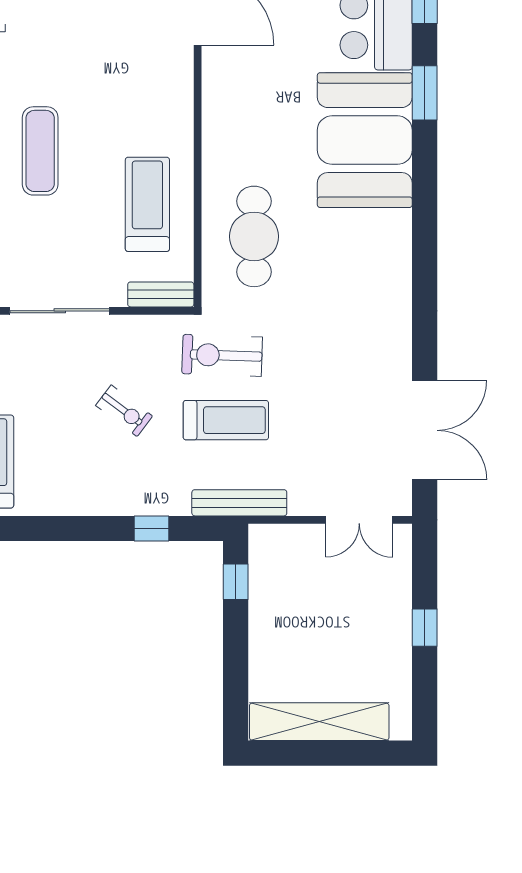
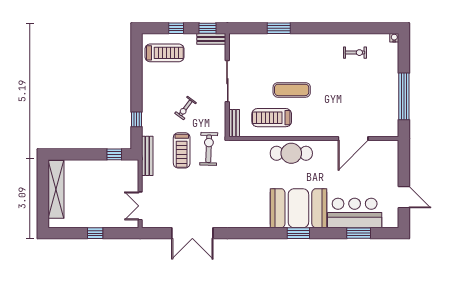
window: (425, 93) -> (298, 233), moved
exercise mat: (40, 151) -> (292, 90), moved
treadmill: (147, 204) -> (272, 118), turned 180
cafe table: (254, 236) -> (291, 153), moved
double door: (425, 430) -> (192, 233), moved

